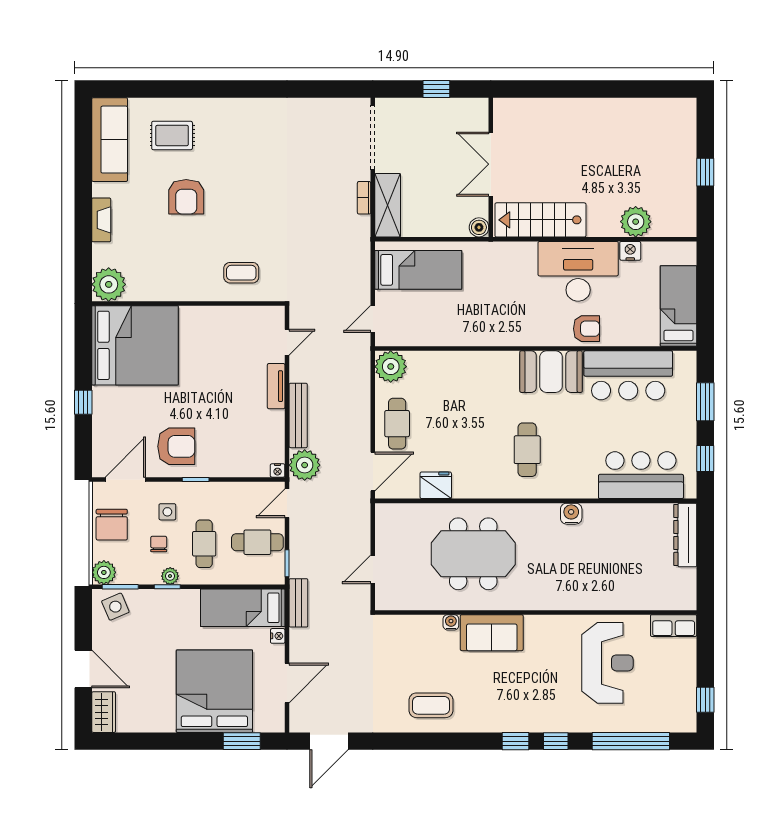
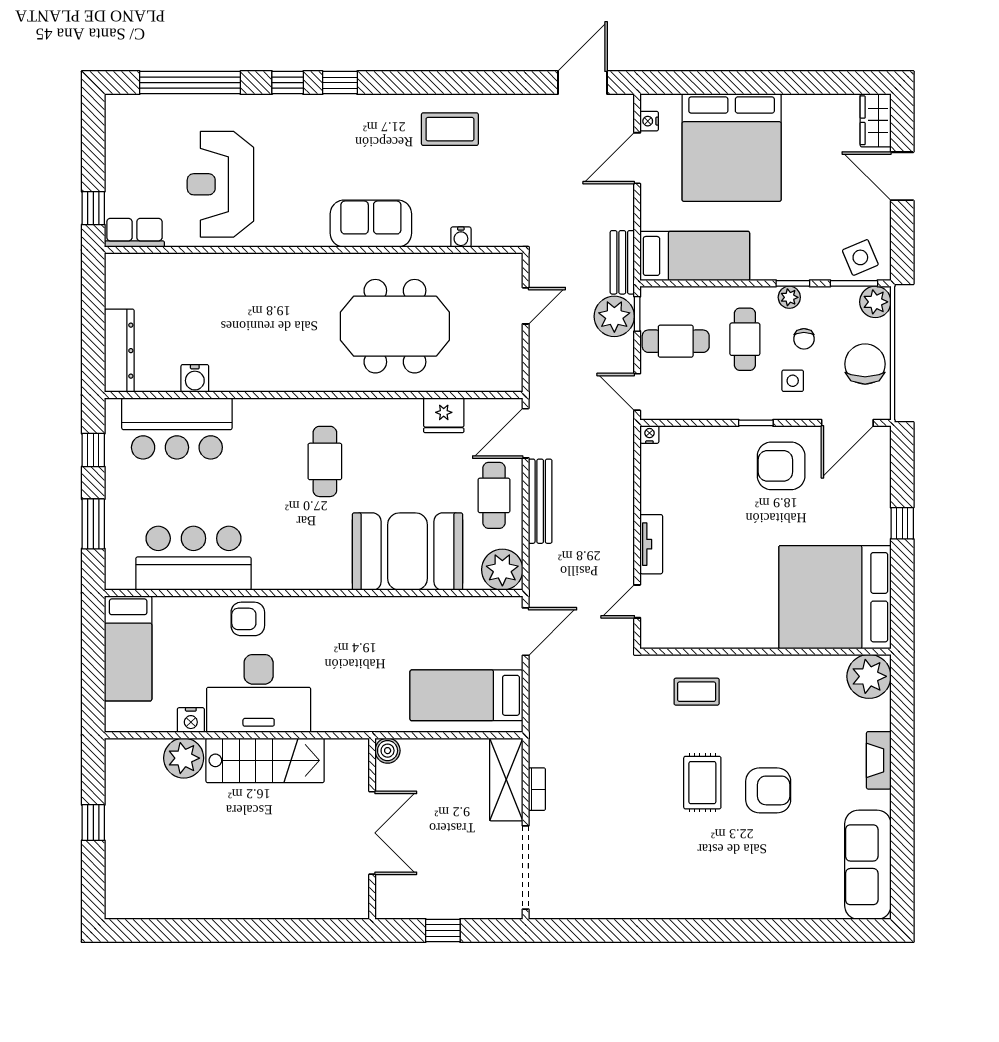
rug: (172, 135) -> (702, 783), moved, turned 90
armchair: (186, 197) -> (768, 790), turned 90
stairs: (540, 220) -> (265, 760), moved
door: (373, 319) -> (526, 632), width x1.37
booth: (551, 372) -> (407, 552), moved, width x1.36, depth x1.42
bench: (298, 415) -> (540, 501), moved
plant: (305, 465) -> (614, 316), moved
door: (287, 503) -> (637, 392), swing flipped
water cooler: (571, 514) -> (195, 378), moved
water cooler: (451, 622) -> (461, 237), moved
nightstand: (278, 636) -> (649, 121), moved
window: (705, 700) -> (93, 208), moved
window: (242, 741) -> (696, 83), removed

